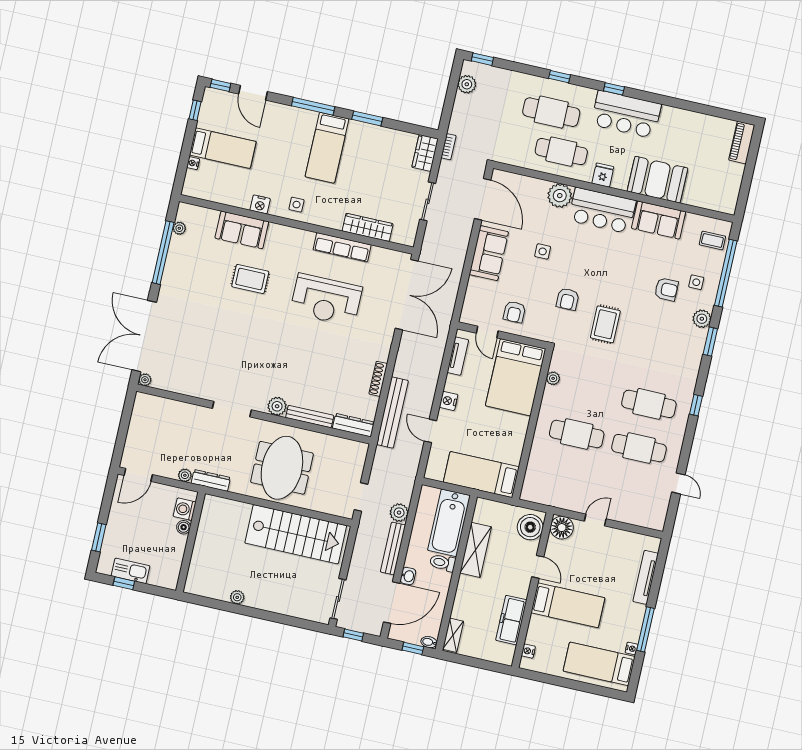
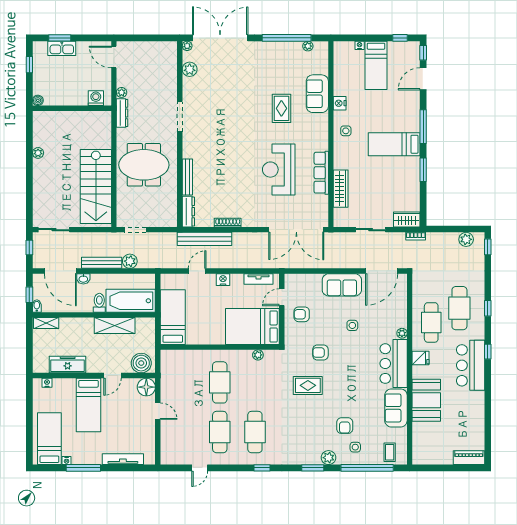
plant: (560, 196) -> (402, 333), width x0.53, depth x0.53
plant: (277, 406) -> (190, 69), moved
boiler: (184, 527) -> (38, 100), moved
kitchen sink: (131, 571) -> (62, 48), moved, turned 90

